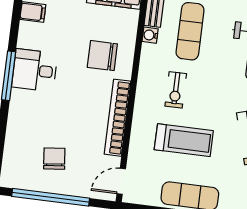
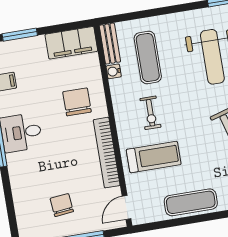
chair: (102, 56) -> (77, 102), turned 90
treadmill: (184, 140) -> (154, 157), moved

